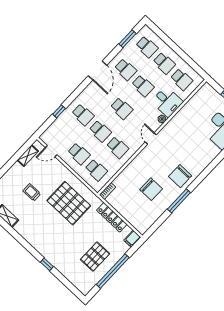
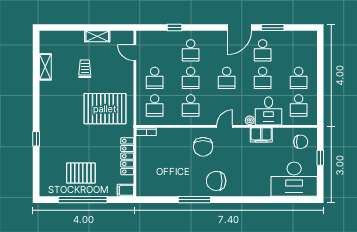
window: (127, 39) -> (273, 28), moved
school desk: (147, 47) -> (299, 50), removed
chair: (206, 100) -> (301, 142), added
filing cabinet: (178, 120) -> (261, 135), added
shelving: (28, 156) -> (97, 36), moved
chair: (151, 189) -> (203, 147), moved
pallet: (69, 203) -> (105, 109), turned 90

